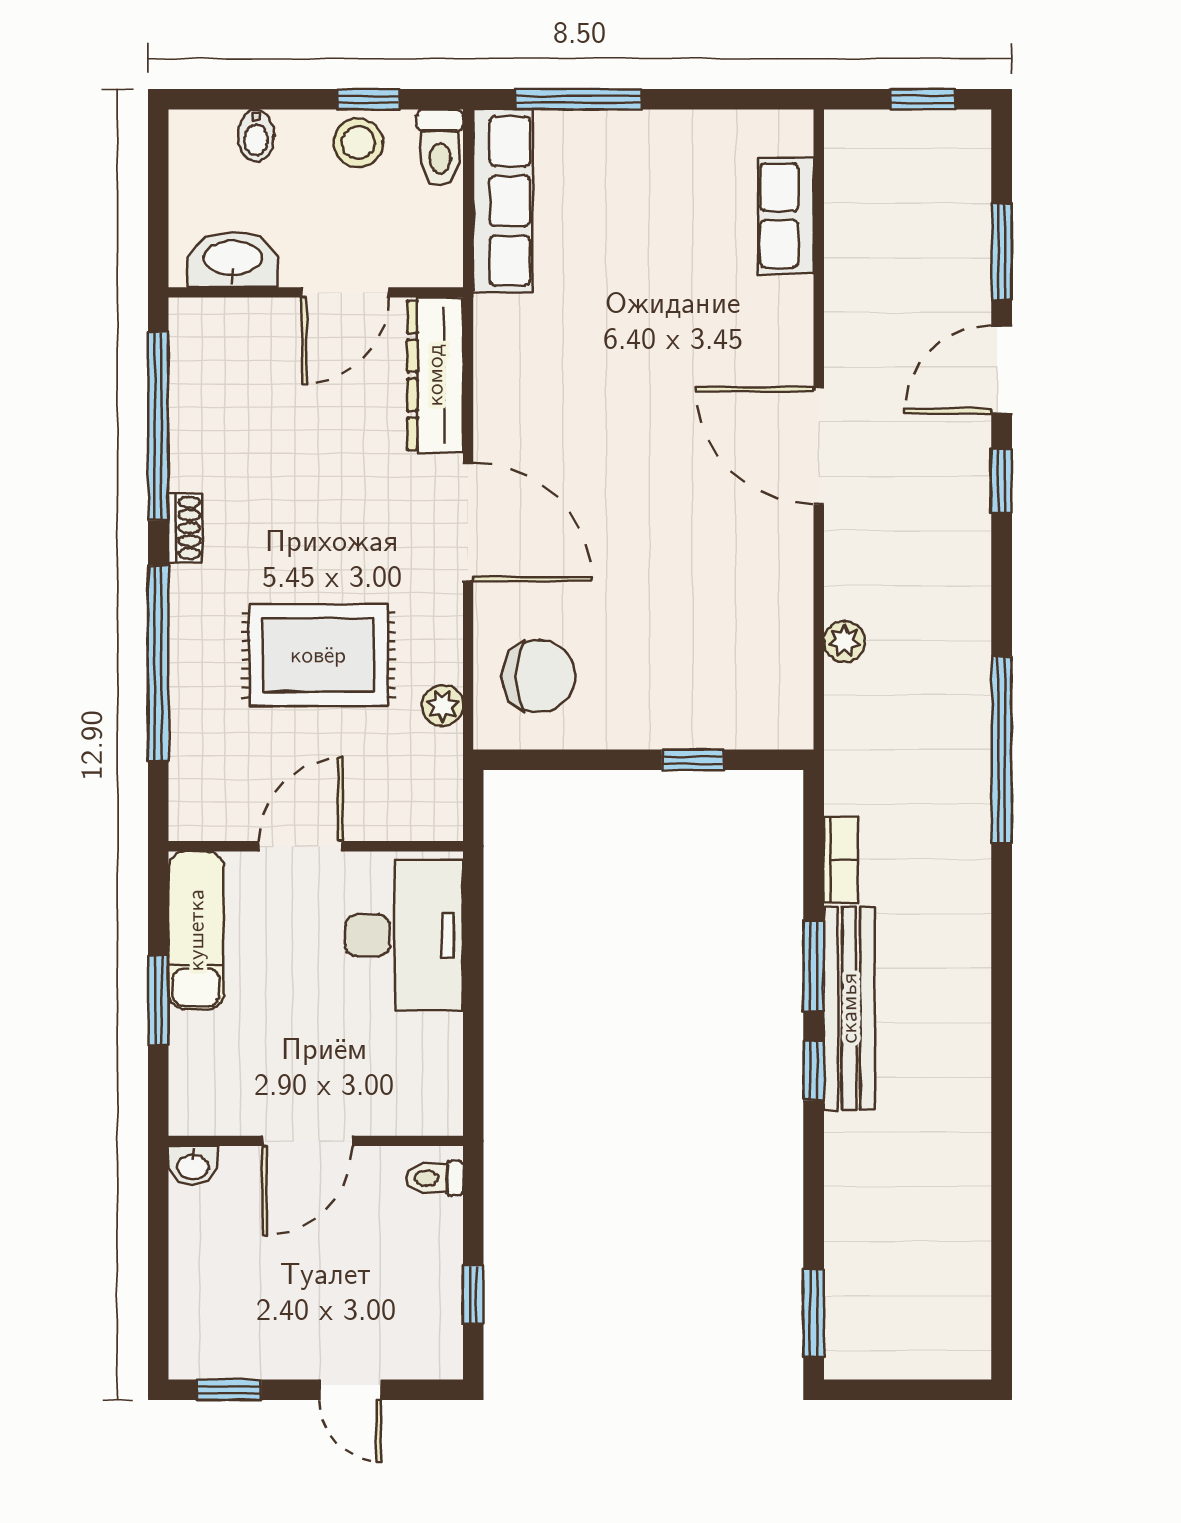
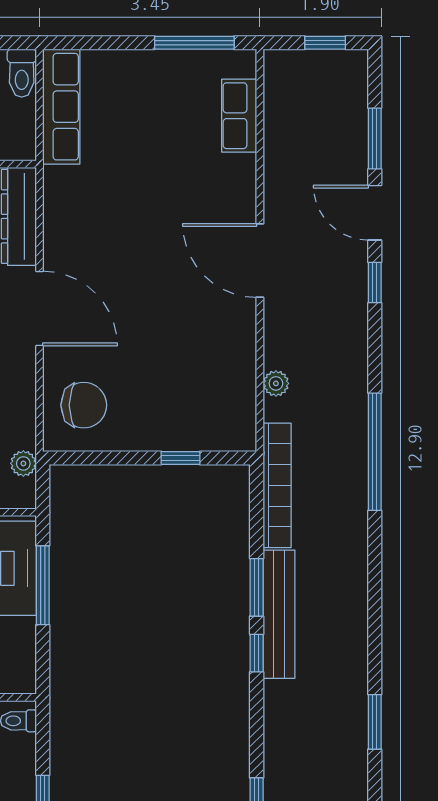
window: (578, 99) -> (194, 43), moved
door: (1002, 370) -> (375, 213), hinge flipped
plant: (442, 705) -> (23, 463), moved
bookcase: (841, 860) -> (277, 485), width x2.31, depth x1.31
window: (473, 962) -> (43, 585), added
window: (1002, 1180) -> (375, 722), added

